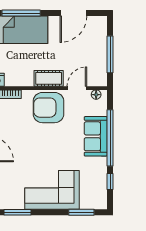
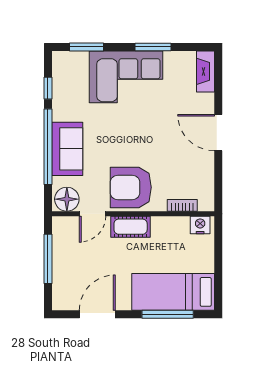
floor lamp: (96, 95) -> (67, 199), width x1.89, depth x1.89
armchair: (48, 108) -> (131, 187), turned 180
window: (18, 212) -> (153, 47), moved

